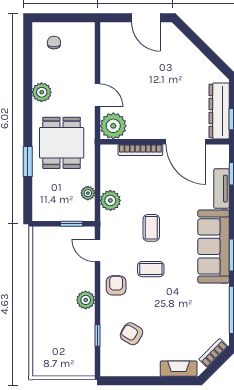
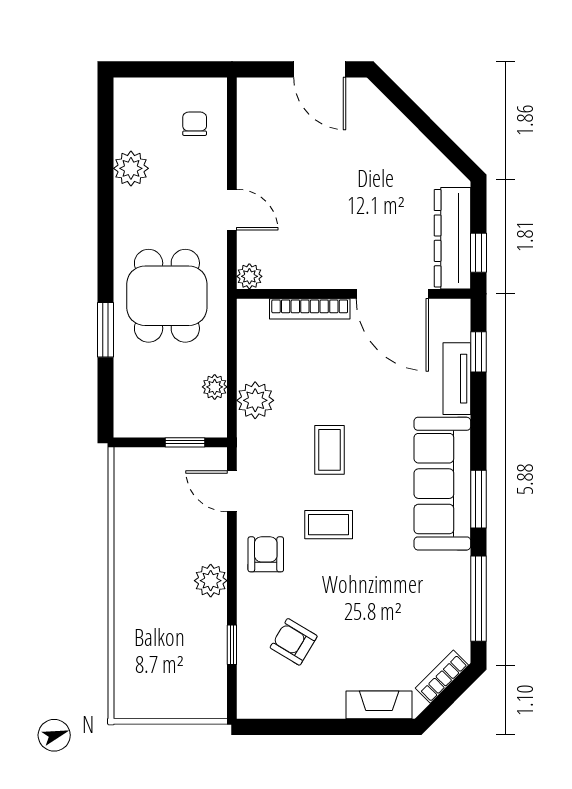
chair: (54, 43) -> (195, 124), moved
plant: (42, 92) -> (131, 168), moved
plant: (113, 126) -> (249, 276), width x0.53, depth x0.53

